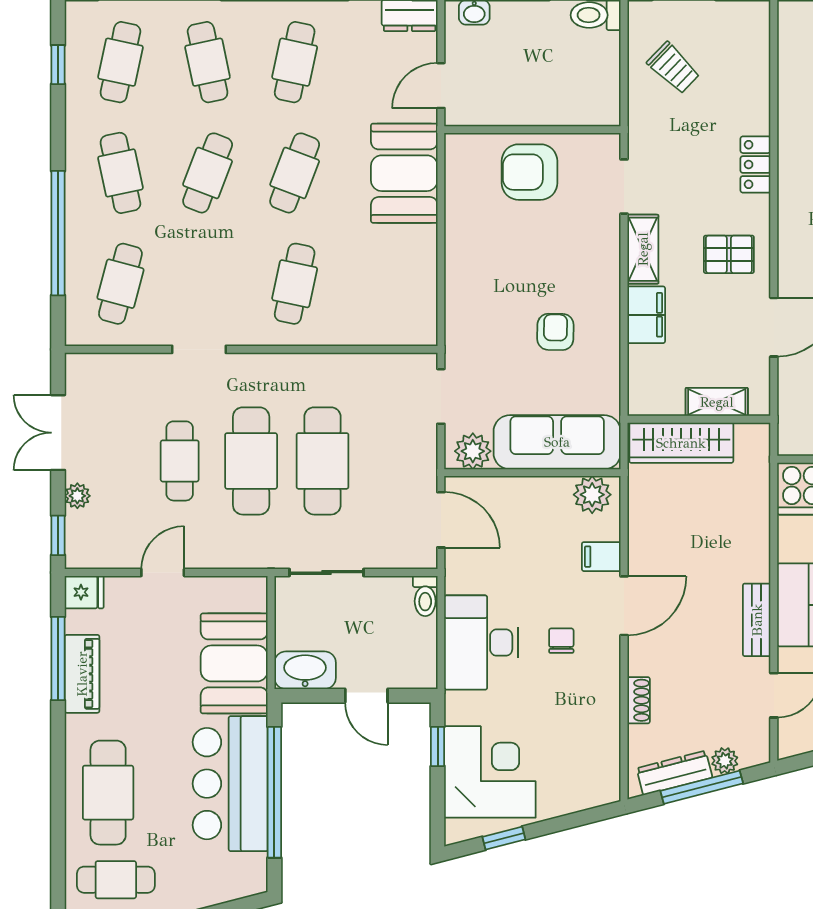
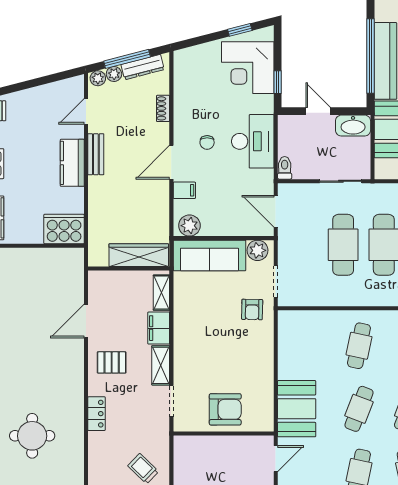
armchair: (555, 332) -> (252, 309), moved
shelving: (717, 402) -> (161, 293), moved, turned 90
plant: (753, 753) -> (98, 78), added

